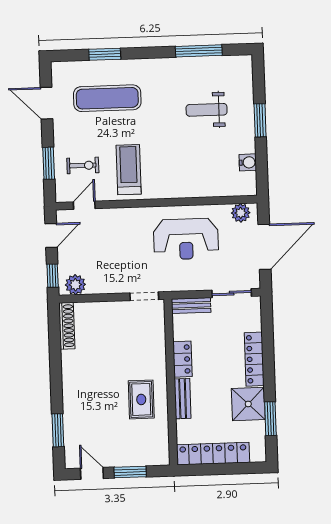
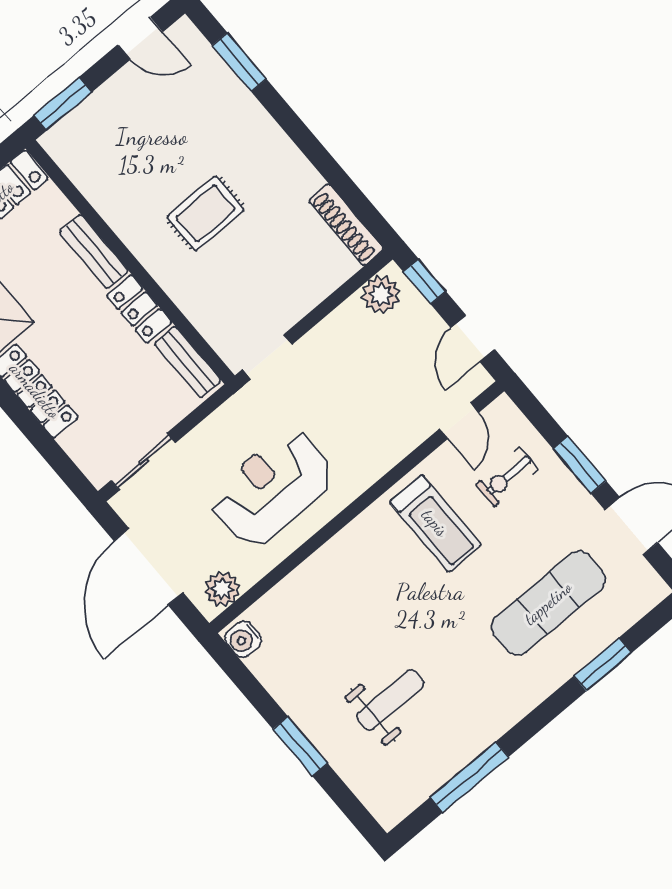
water cooler: (248, 162) -> (243, 639), moved
window: (49, 163) -> (580, 465), moved
bench: (191, 306) -> (188, 362), moved, turned 90
rug: (141, 399) -> (206, 213), moved, turned 90
window: (130, 472) -> (63, 104), moved

